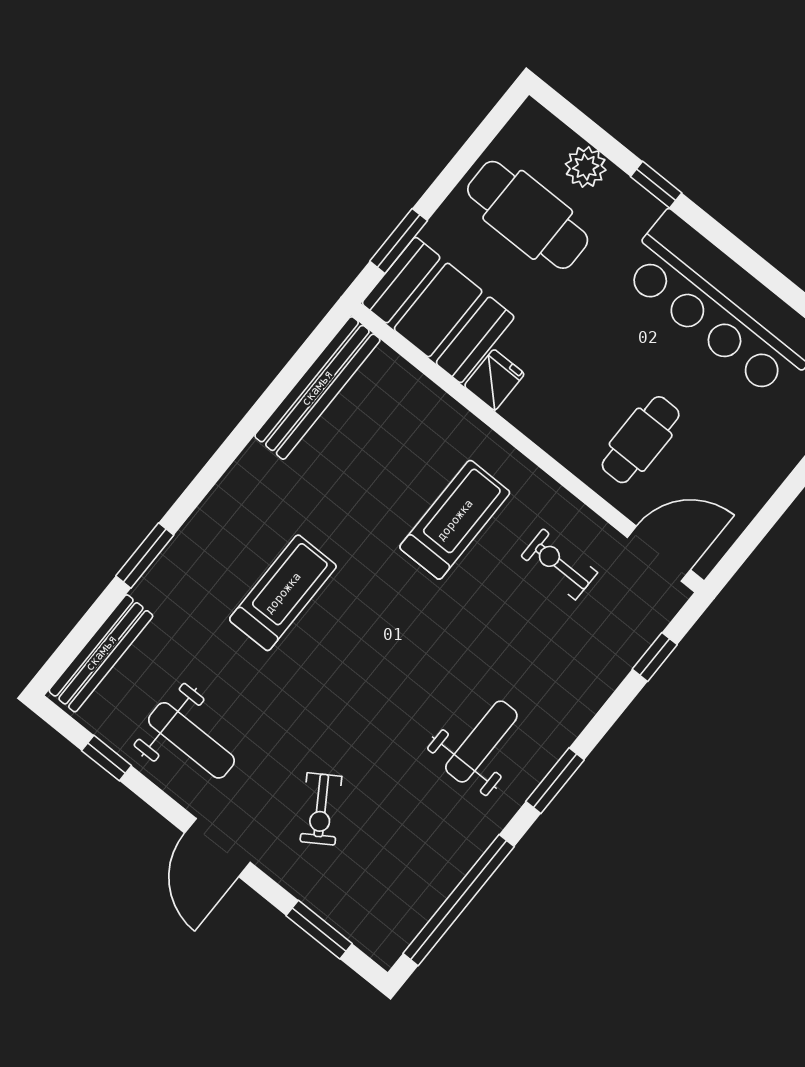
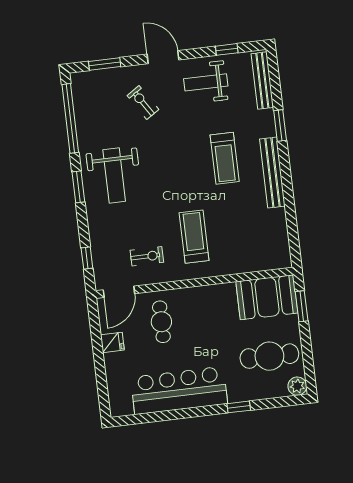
plant: (586, 167) -> (297, 386), moved
fridge: (494, 380) -> (112, 342), moved, turned -90
bench: (317, 388) -> (272, 173), moved
treadmill: (455, 520) -> (194, 237), turned 180
weight bench: (481, 742) -> (114, 175), width x1.36, depth x1.33

